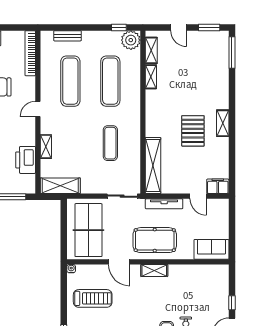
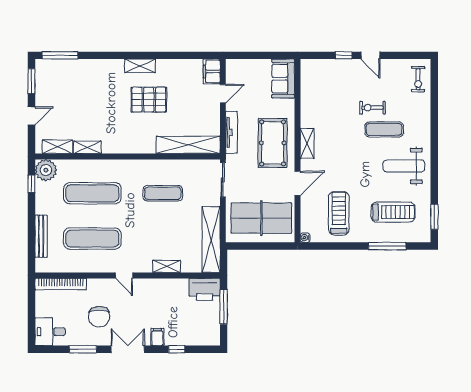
bench: (67, 36) -> (41, 236), width x1.36
printer: (26, 160) -> (205, 289), moved
shelving: (60, 186) -> (211, 240), width x1.47

